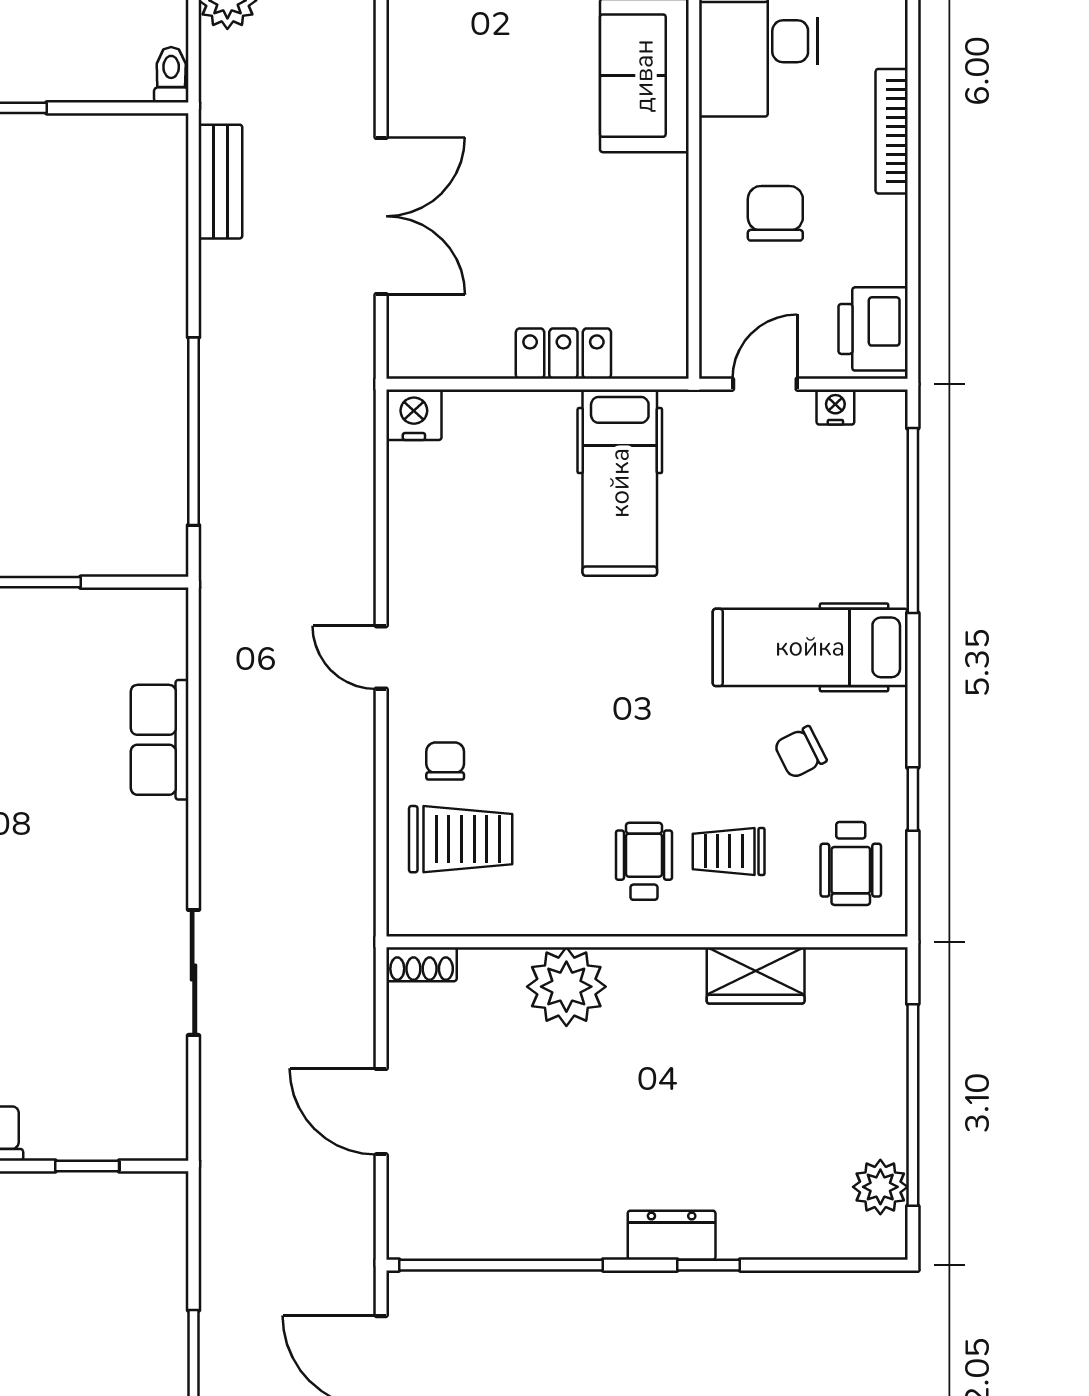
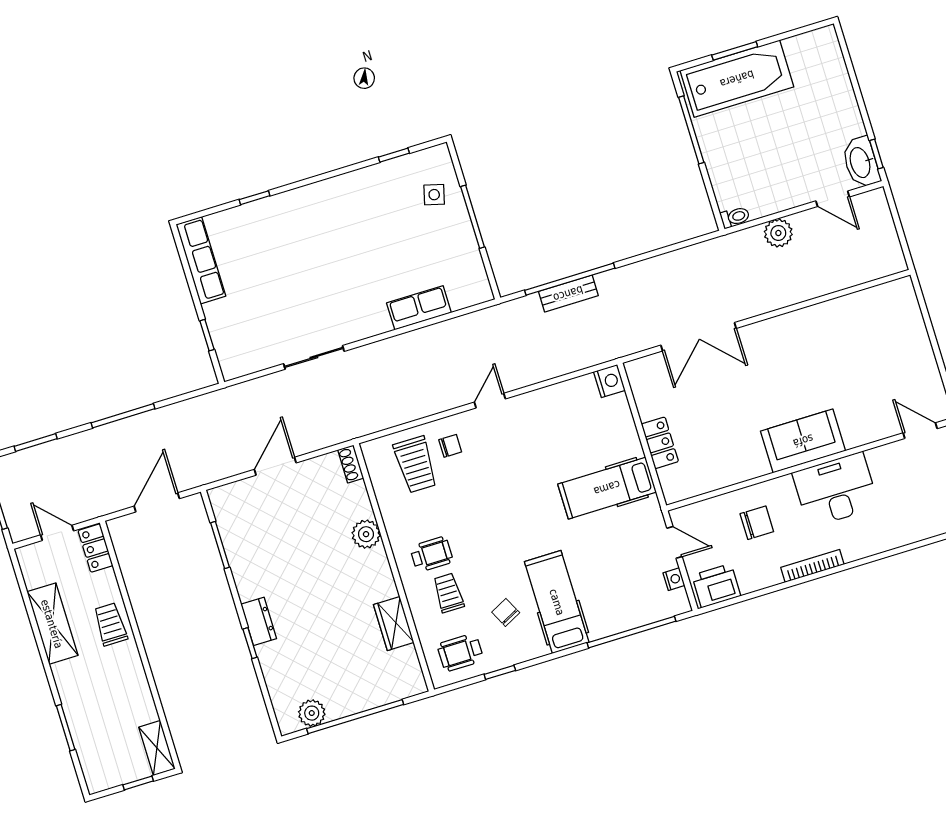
bench: (220, 182) -> (568, 294), moved
plant: (566, 987) -> (366, 534), width x0.73, depth x0.73
window: (501, 1265) -> (220, 545), width x0.47

